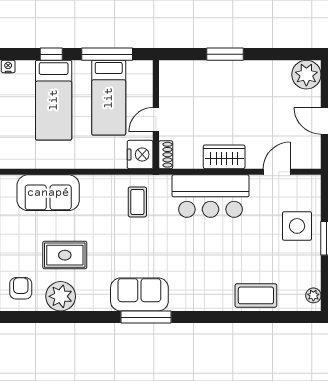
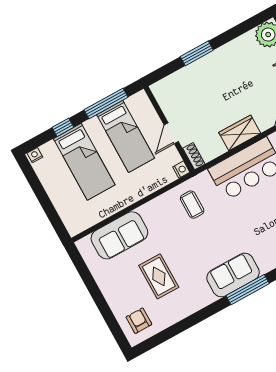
nightstand: (140, 155) -> (181, 170), width x0.53, depth x0.56
rug: (65, 255) -> (159, 276), turned 90
plant: (61, 296) -> (173, 310), removed

